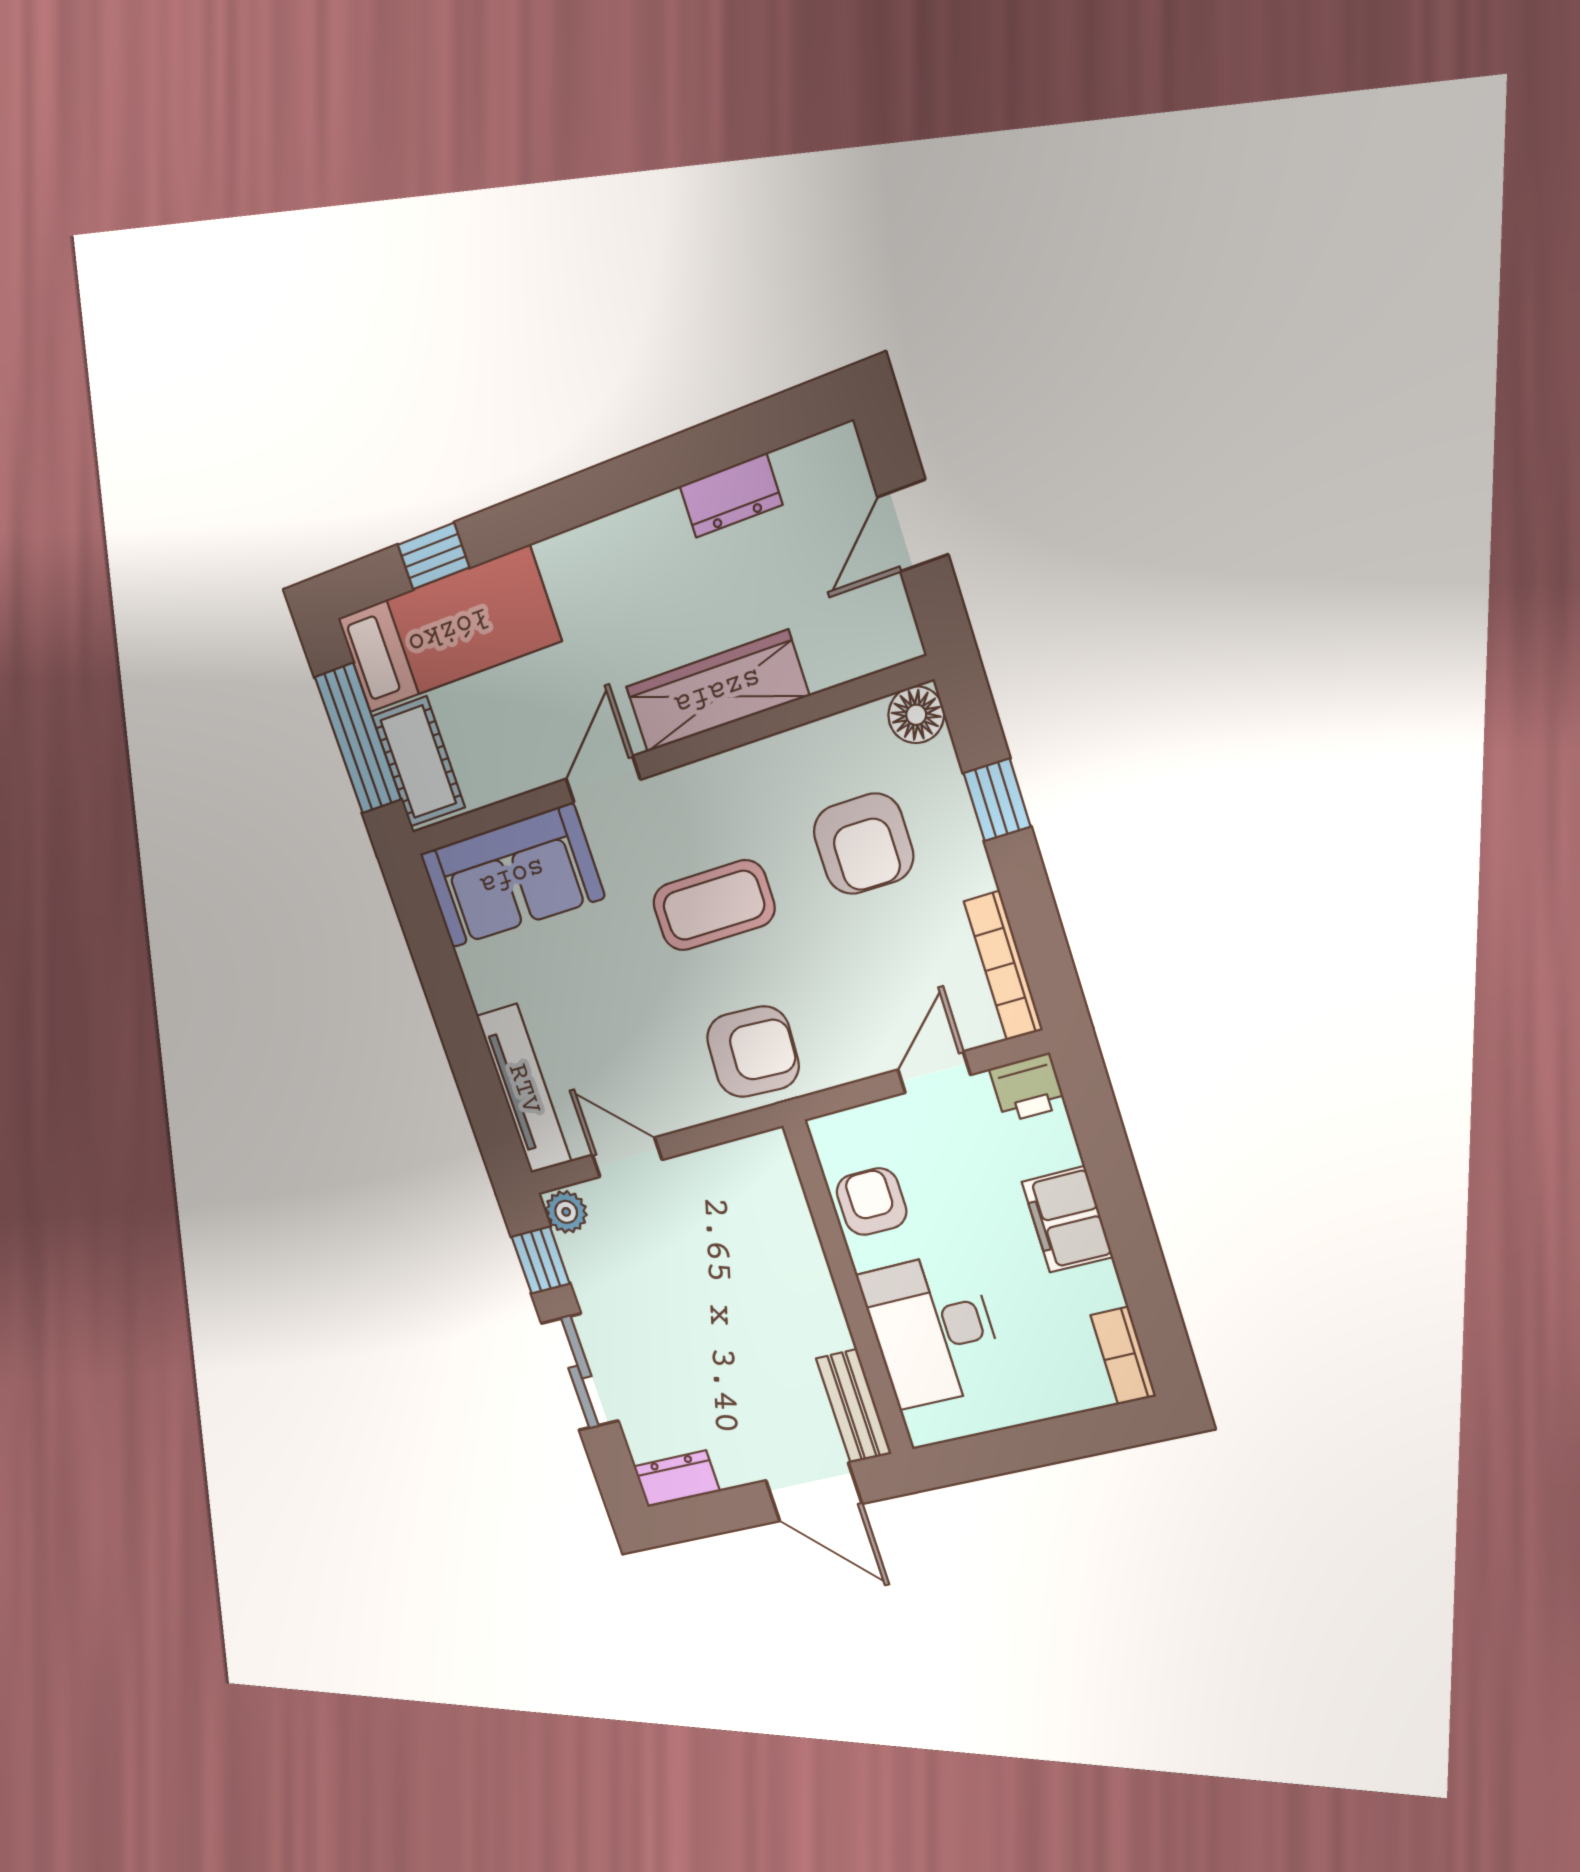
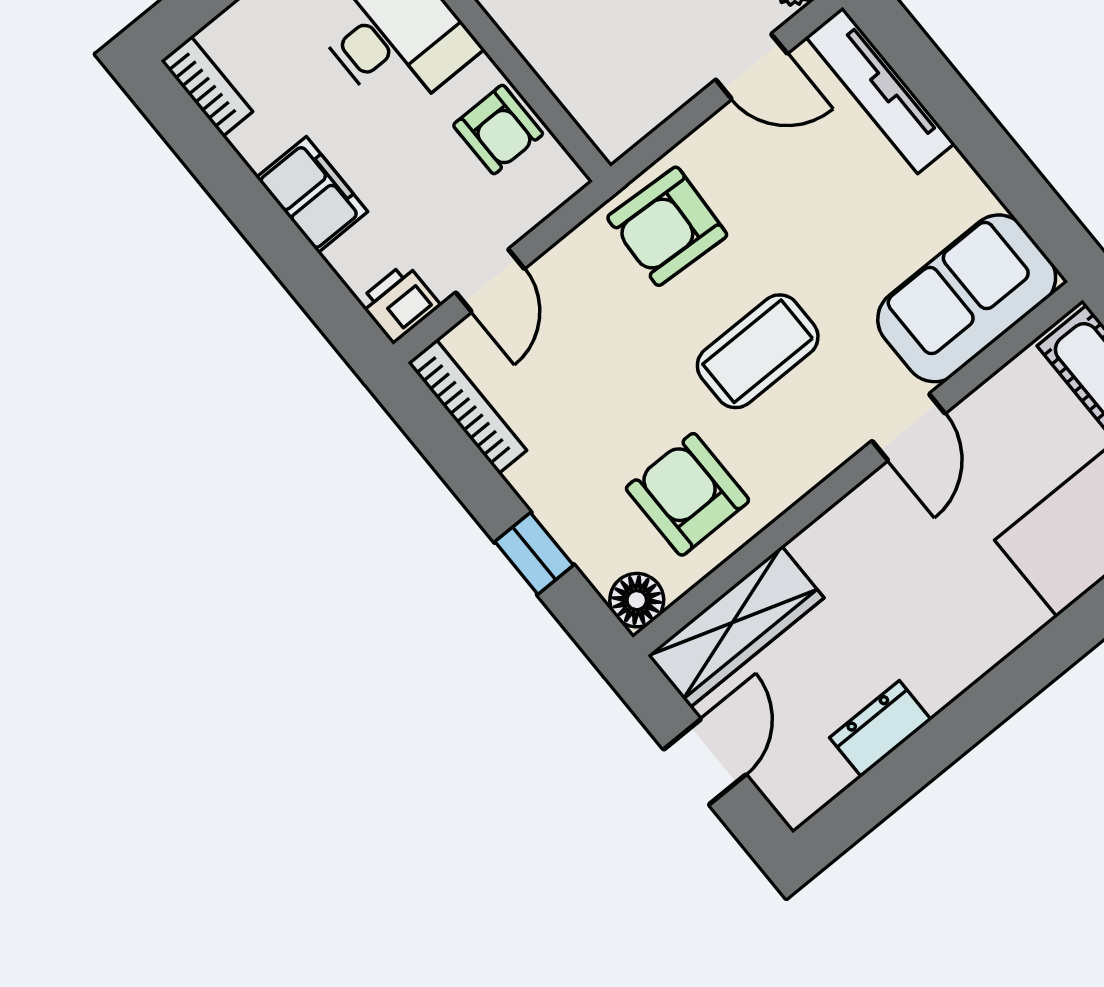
wardrobe: (717, 691) -> (736, 627), moved
armchair: (863, 844) -> (687, 494), moved

